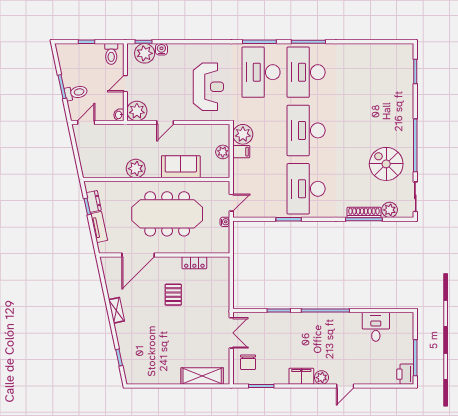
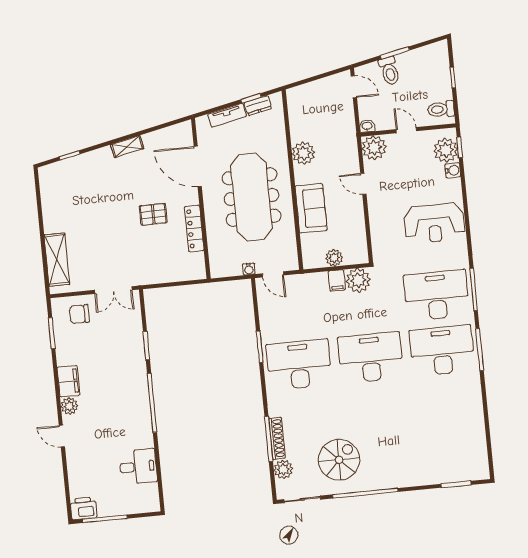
reception desk: (208, 87) -> (434, 223), moved
locker: (194, 263) -> (194, 228), width x1.53

